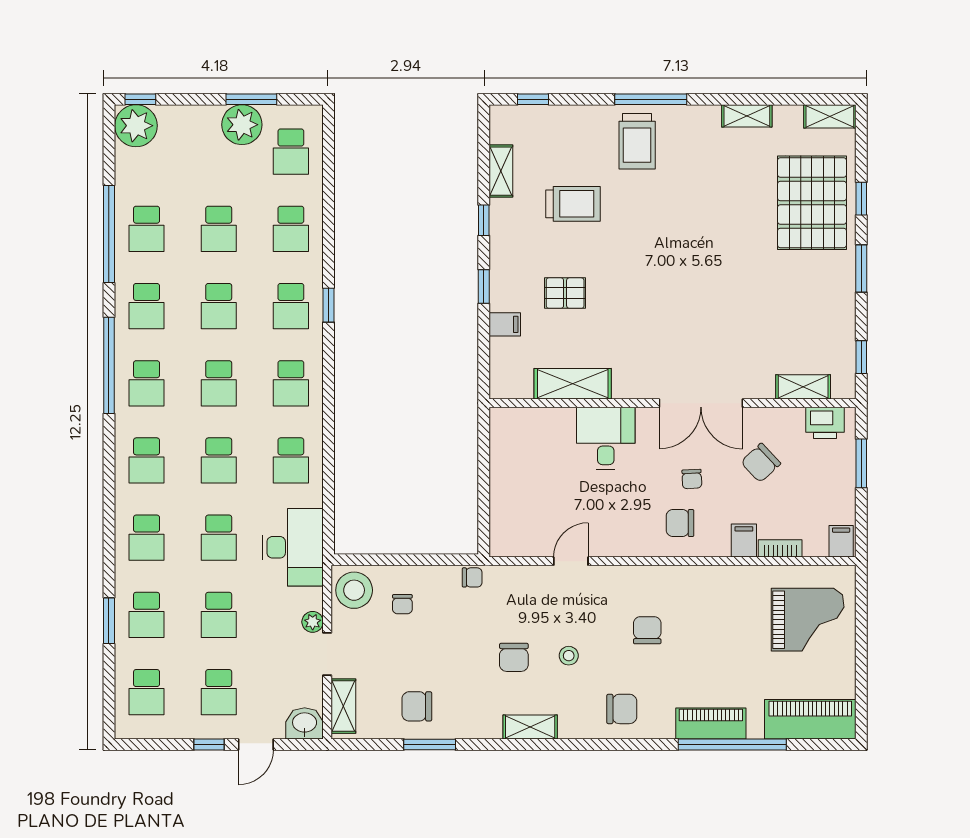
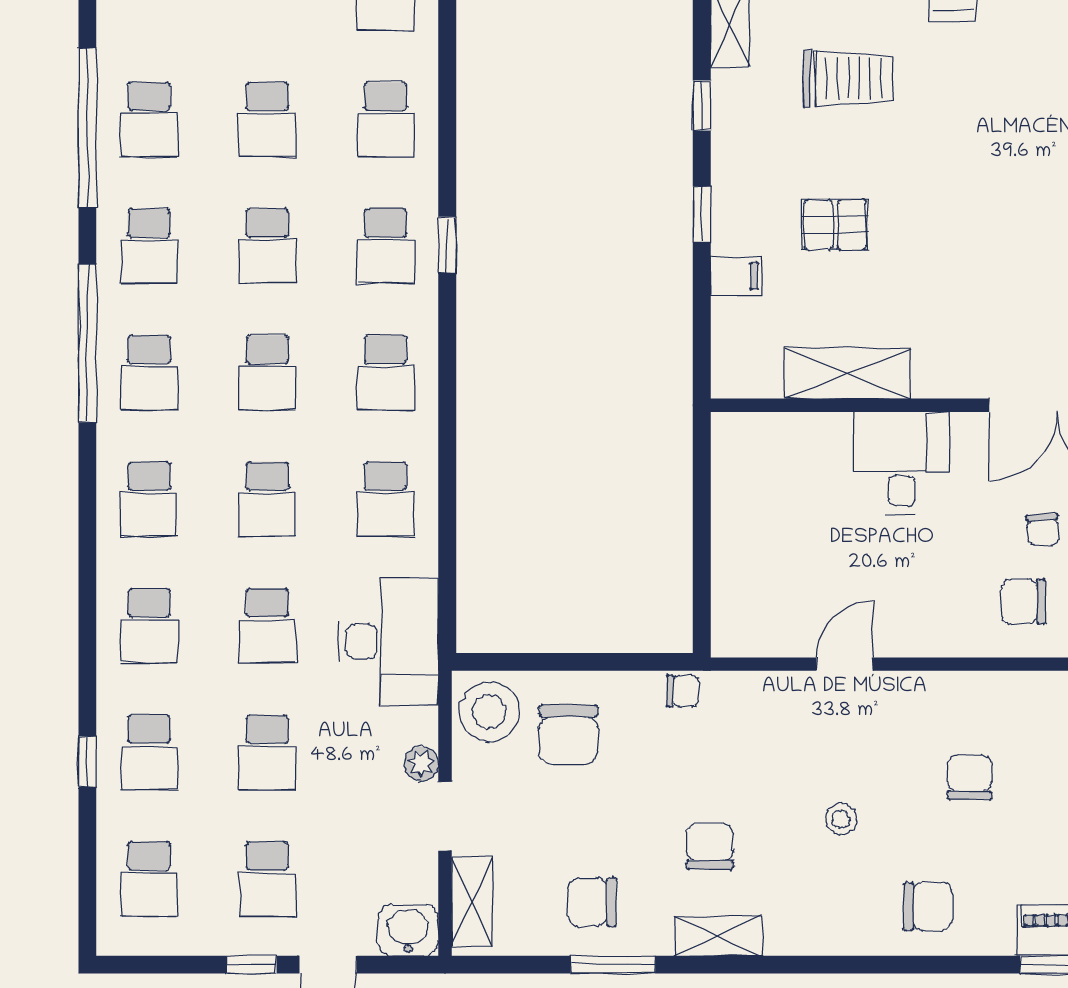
chair: (402, 604) -> (568, 735), width x1.87, depth x1.87
window: (109, 621) -> (87, 762), width x0.67
chair: (514, 657) -> (710, 846), moved, turned 180
shelving: (530, 727) -> (718, 936), moved

